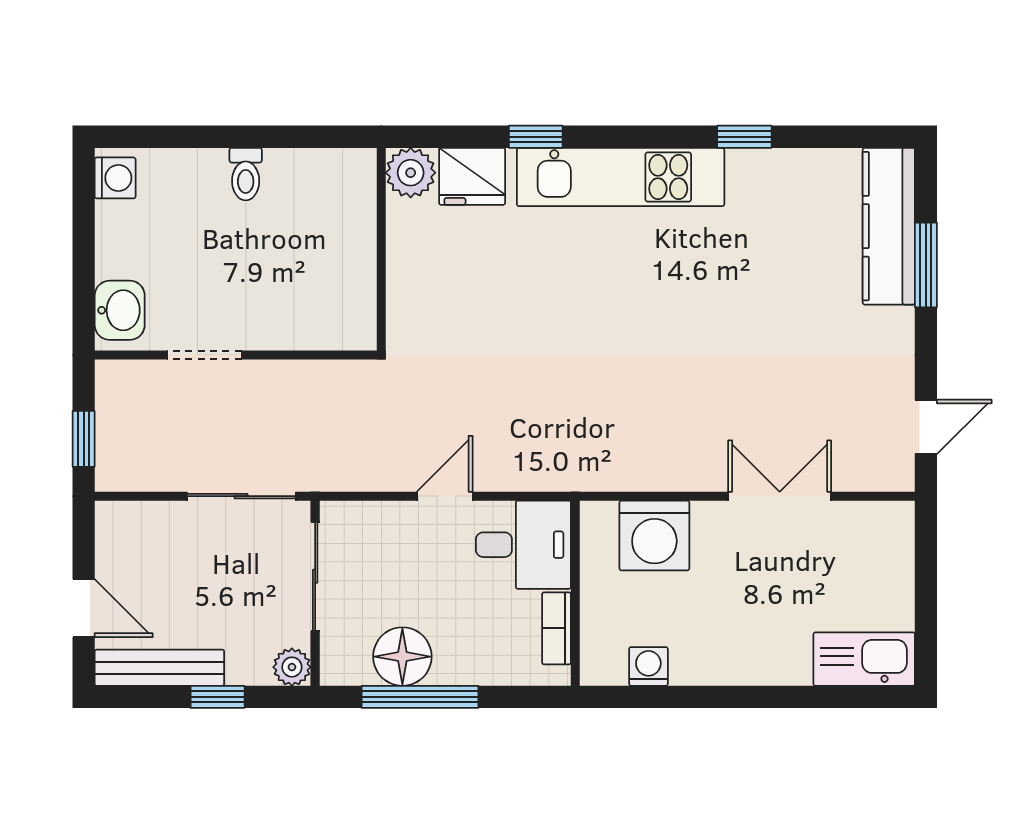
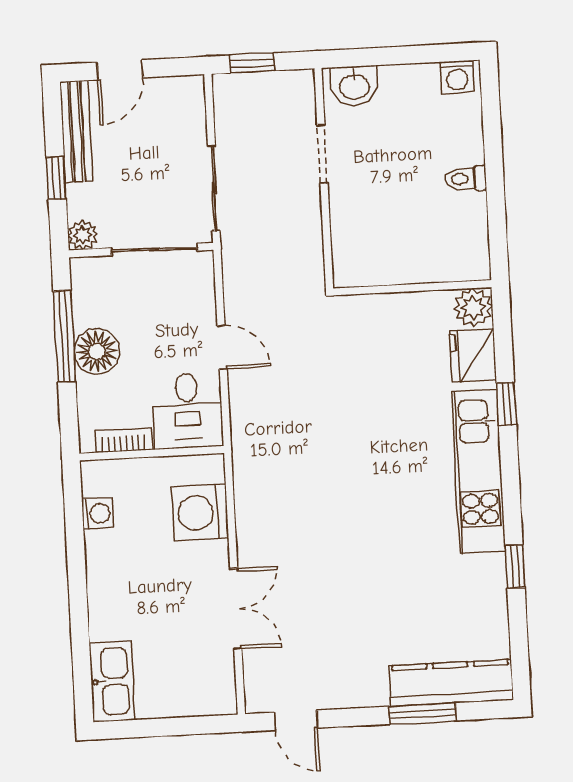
floor lamp: (402, 657) -> (97, 351), moved

